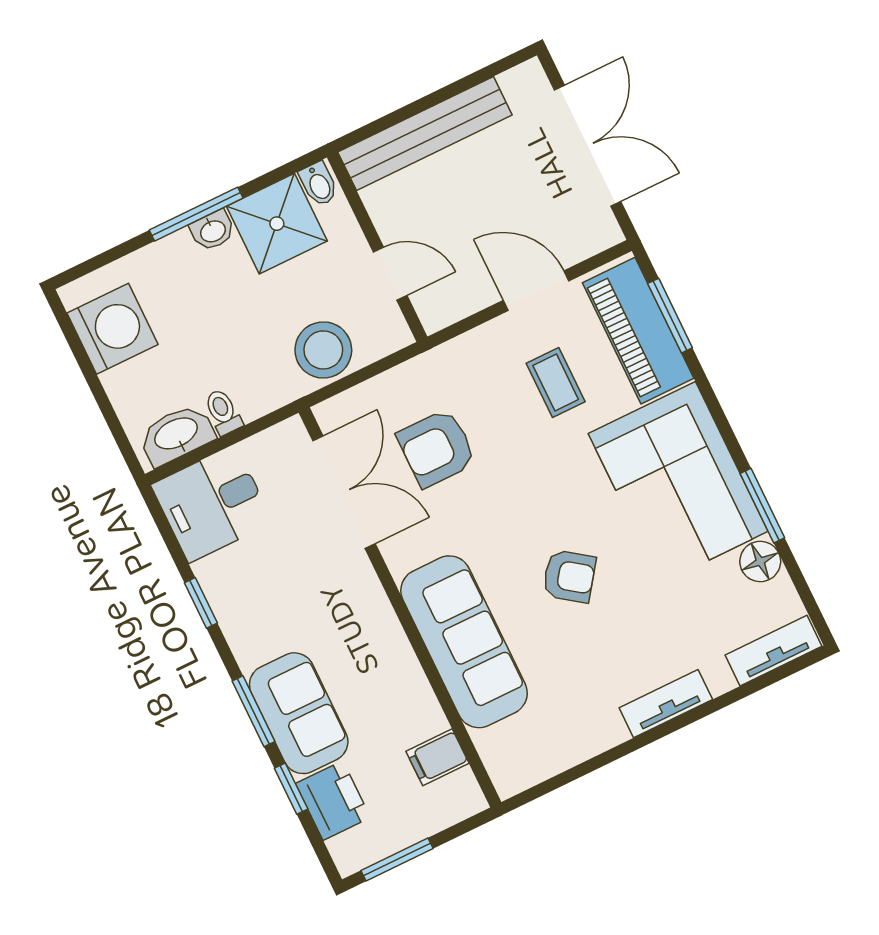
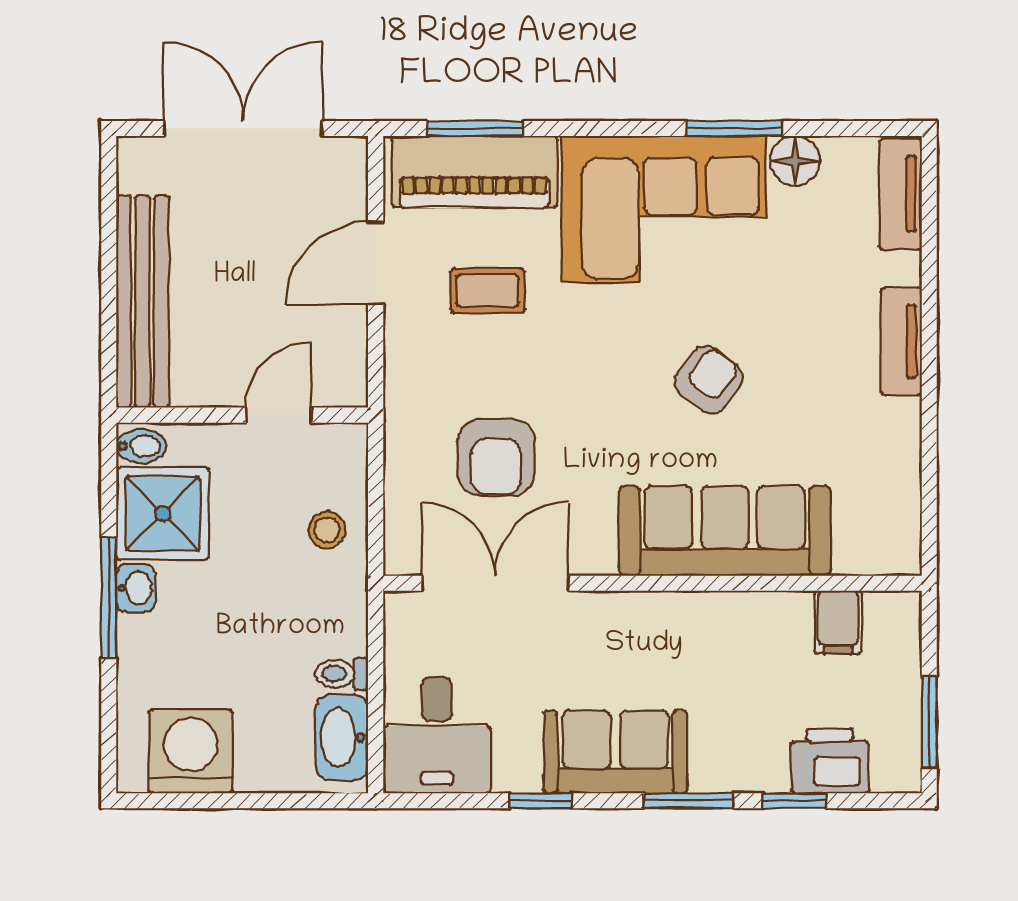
stool: (323, 350) -> (327, 530), width x0.53, depth x0.53
sofa: (299, 713) -> (615, 752), moved

